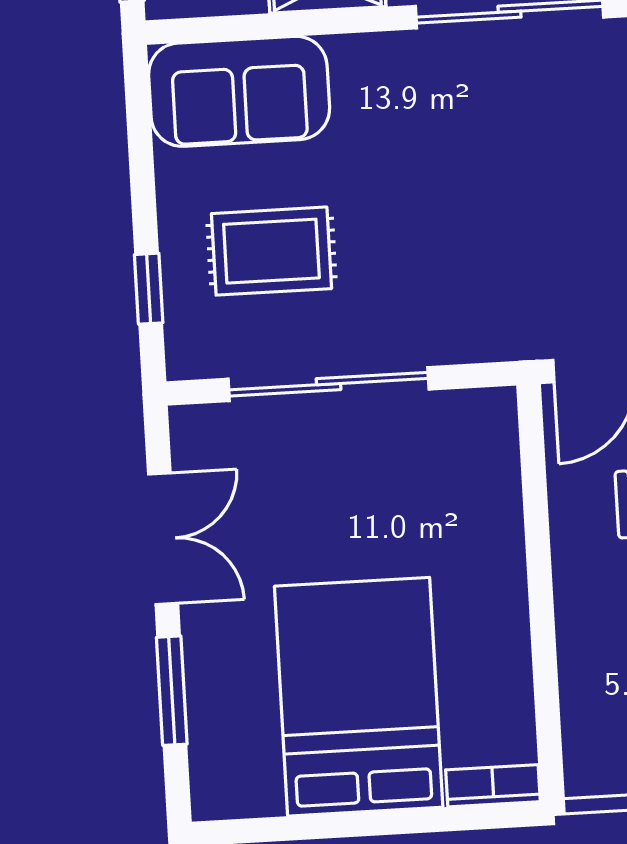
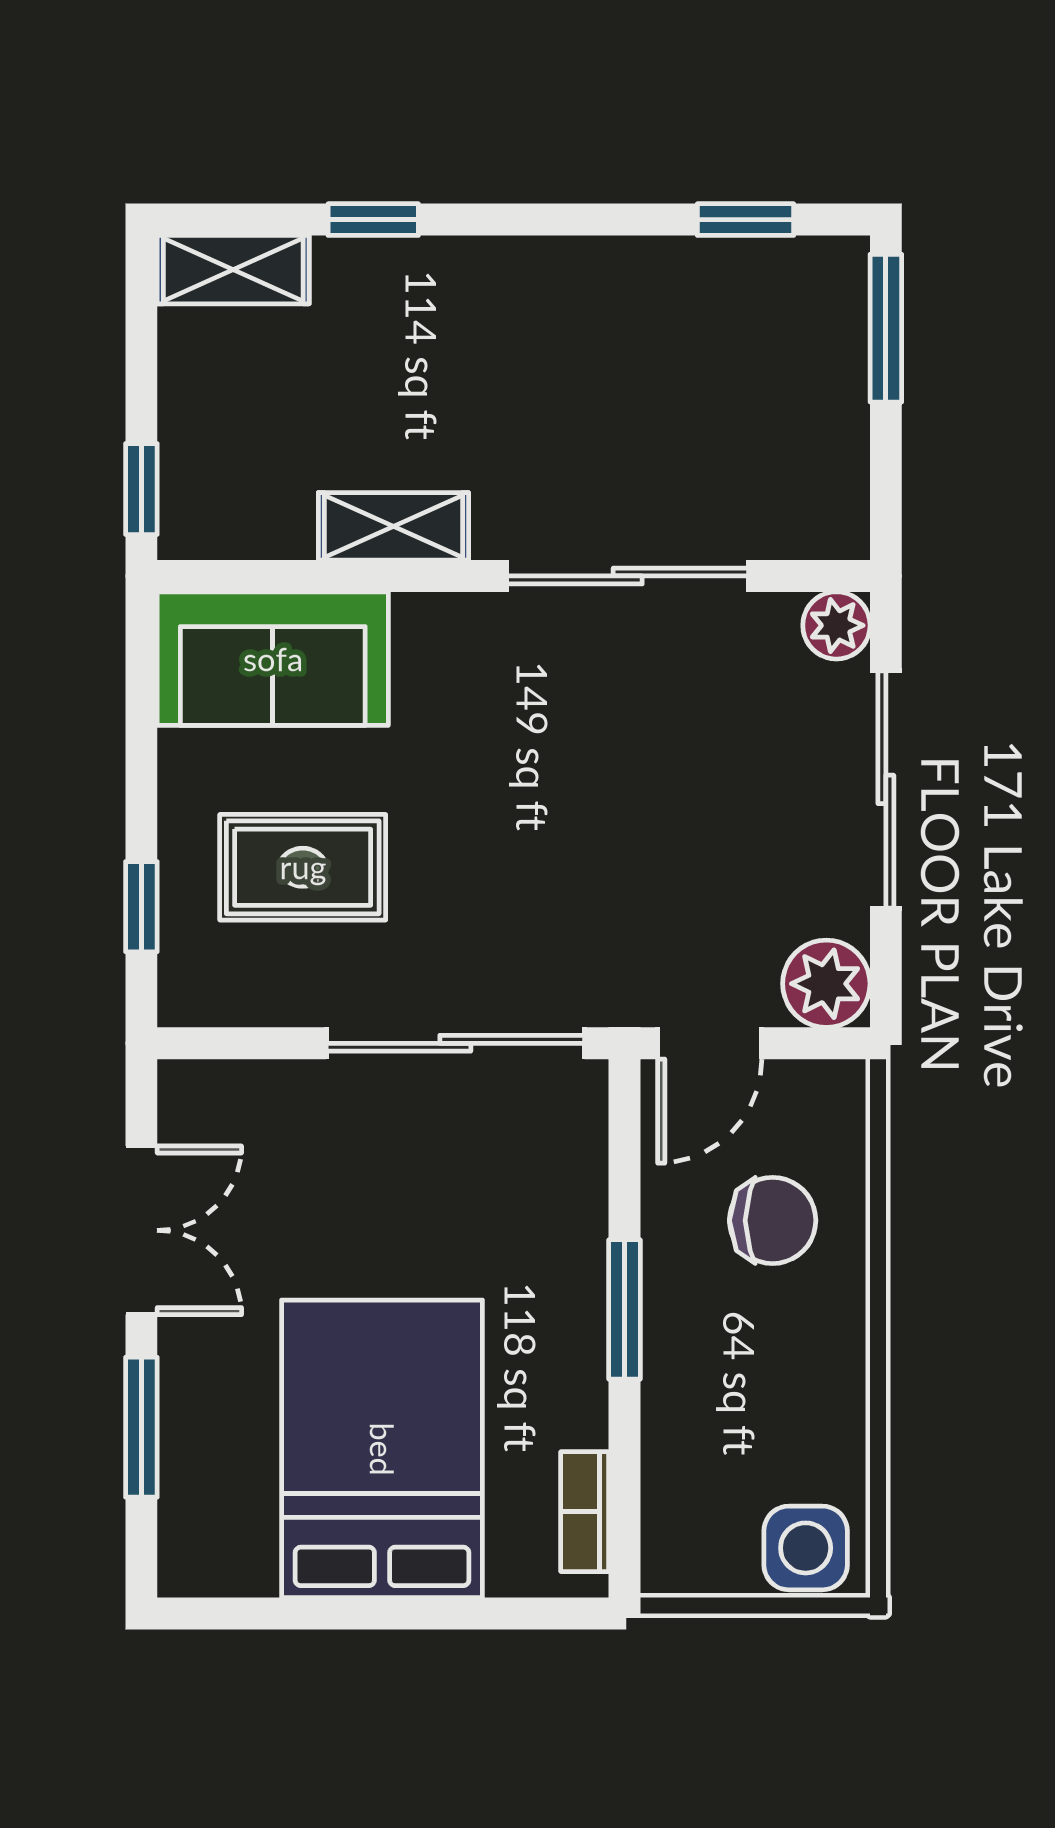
sliding door: (329, 384) -> (455, 1043), moved
window: (540, 578) -> (624, 1309), added
bookcase: (493, 786) -> (585, 1512), moved, turned -90

